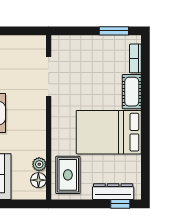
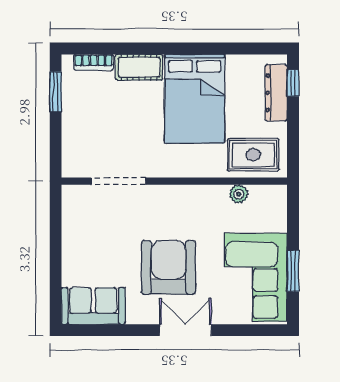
floor lamp: (38, 180) -> (260, 195), removed

